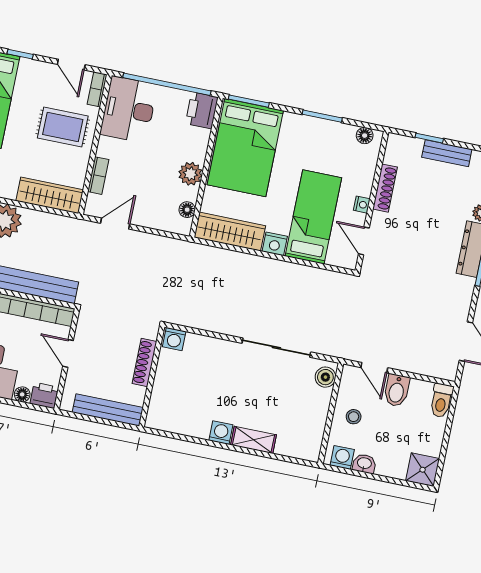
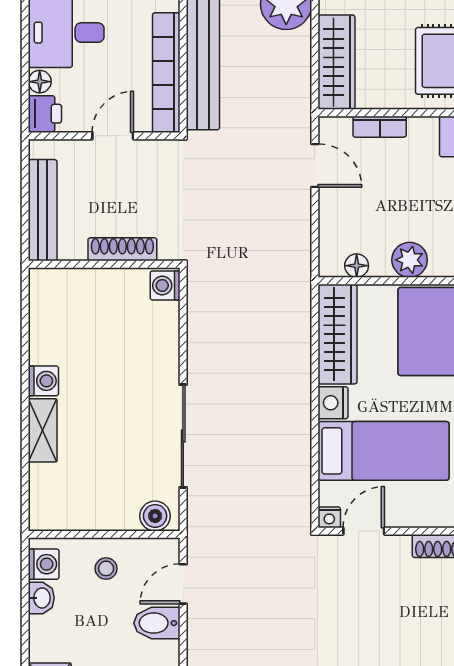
nightstand: (362, 205) -> (329, 517), moved

